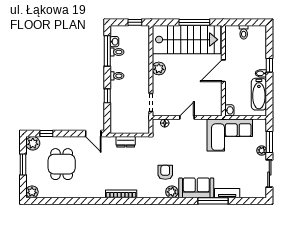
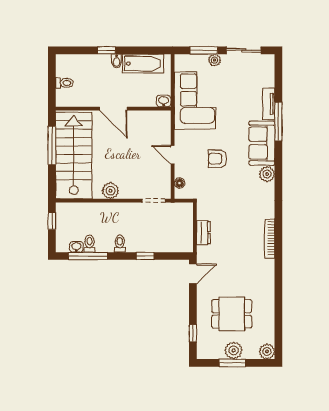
plant: (33, 143) -> (234, 350), moved
armchair: (165, 172) -> (218, 159), moved

